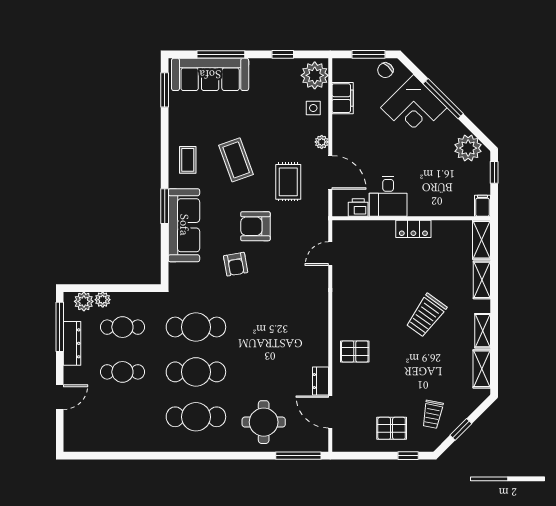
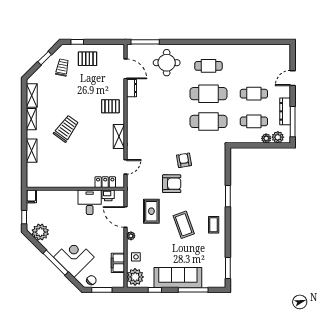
sofa: (210, 74) -> (178, 278), moved
sofa: (184, 225) -> (216, 184), removed
locker: (413, 229) -> (105, 182), moved
shelving: (482, 240) -> (119, 136), moved
cafe table: (196, 417) -> (208, 66), width x0.73, depth x0.74

